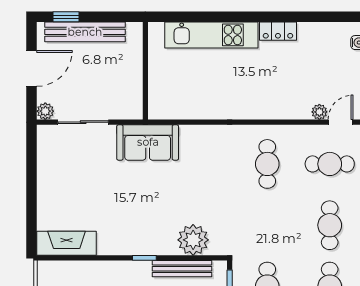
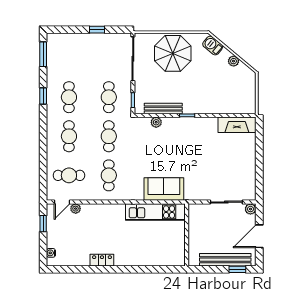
kitchen unit: (211, 35) -> (155, 212), moved, turned 180
sofa: (148, 142) -> (164, 189), moved
cafe table: (267, 225) -> (109, 136), added
plant: (193, 240) -> (156, 122), width x0.53, depth x0.53

